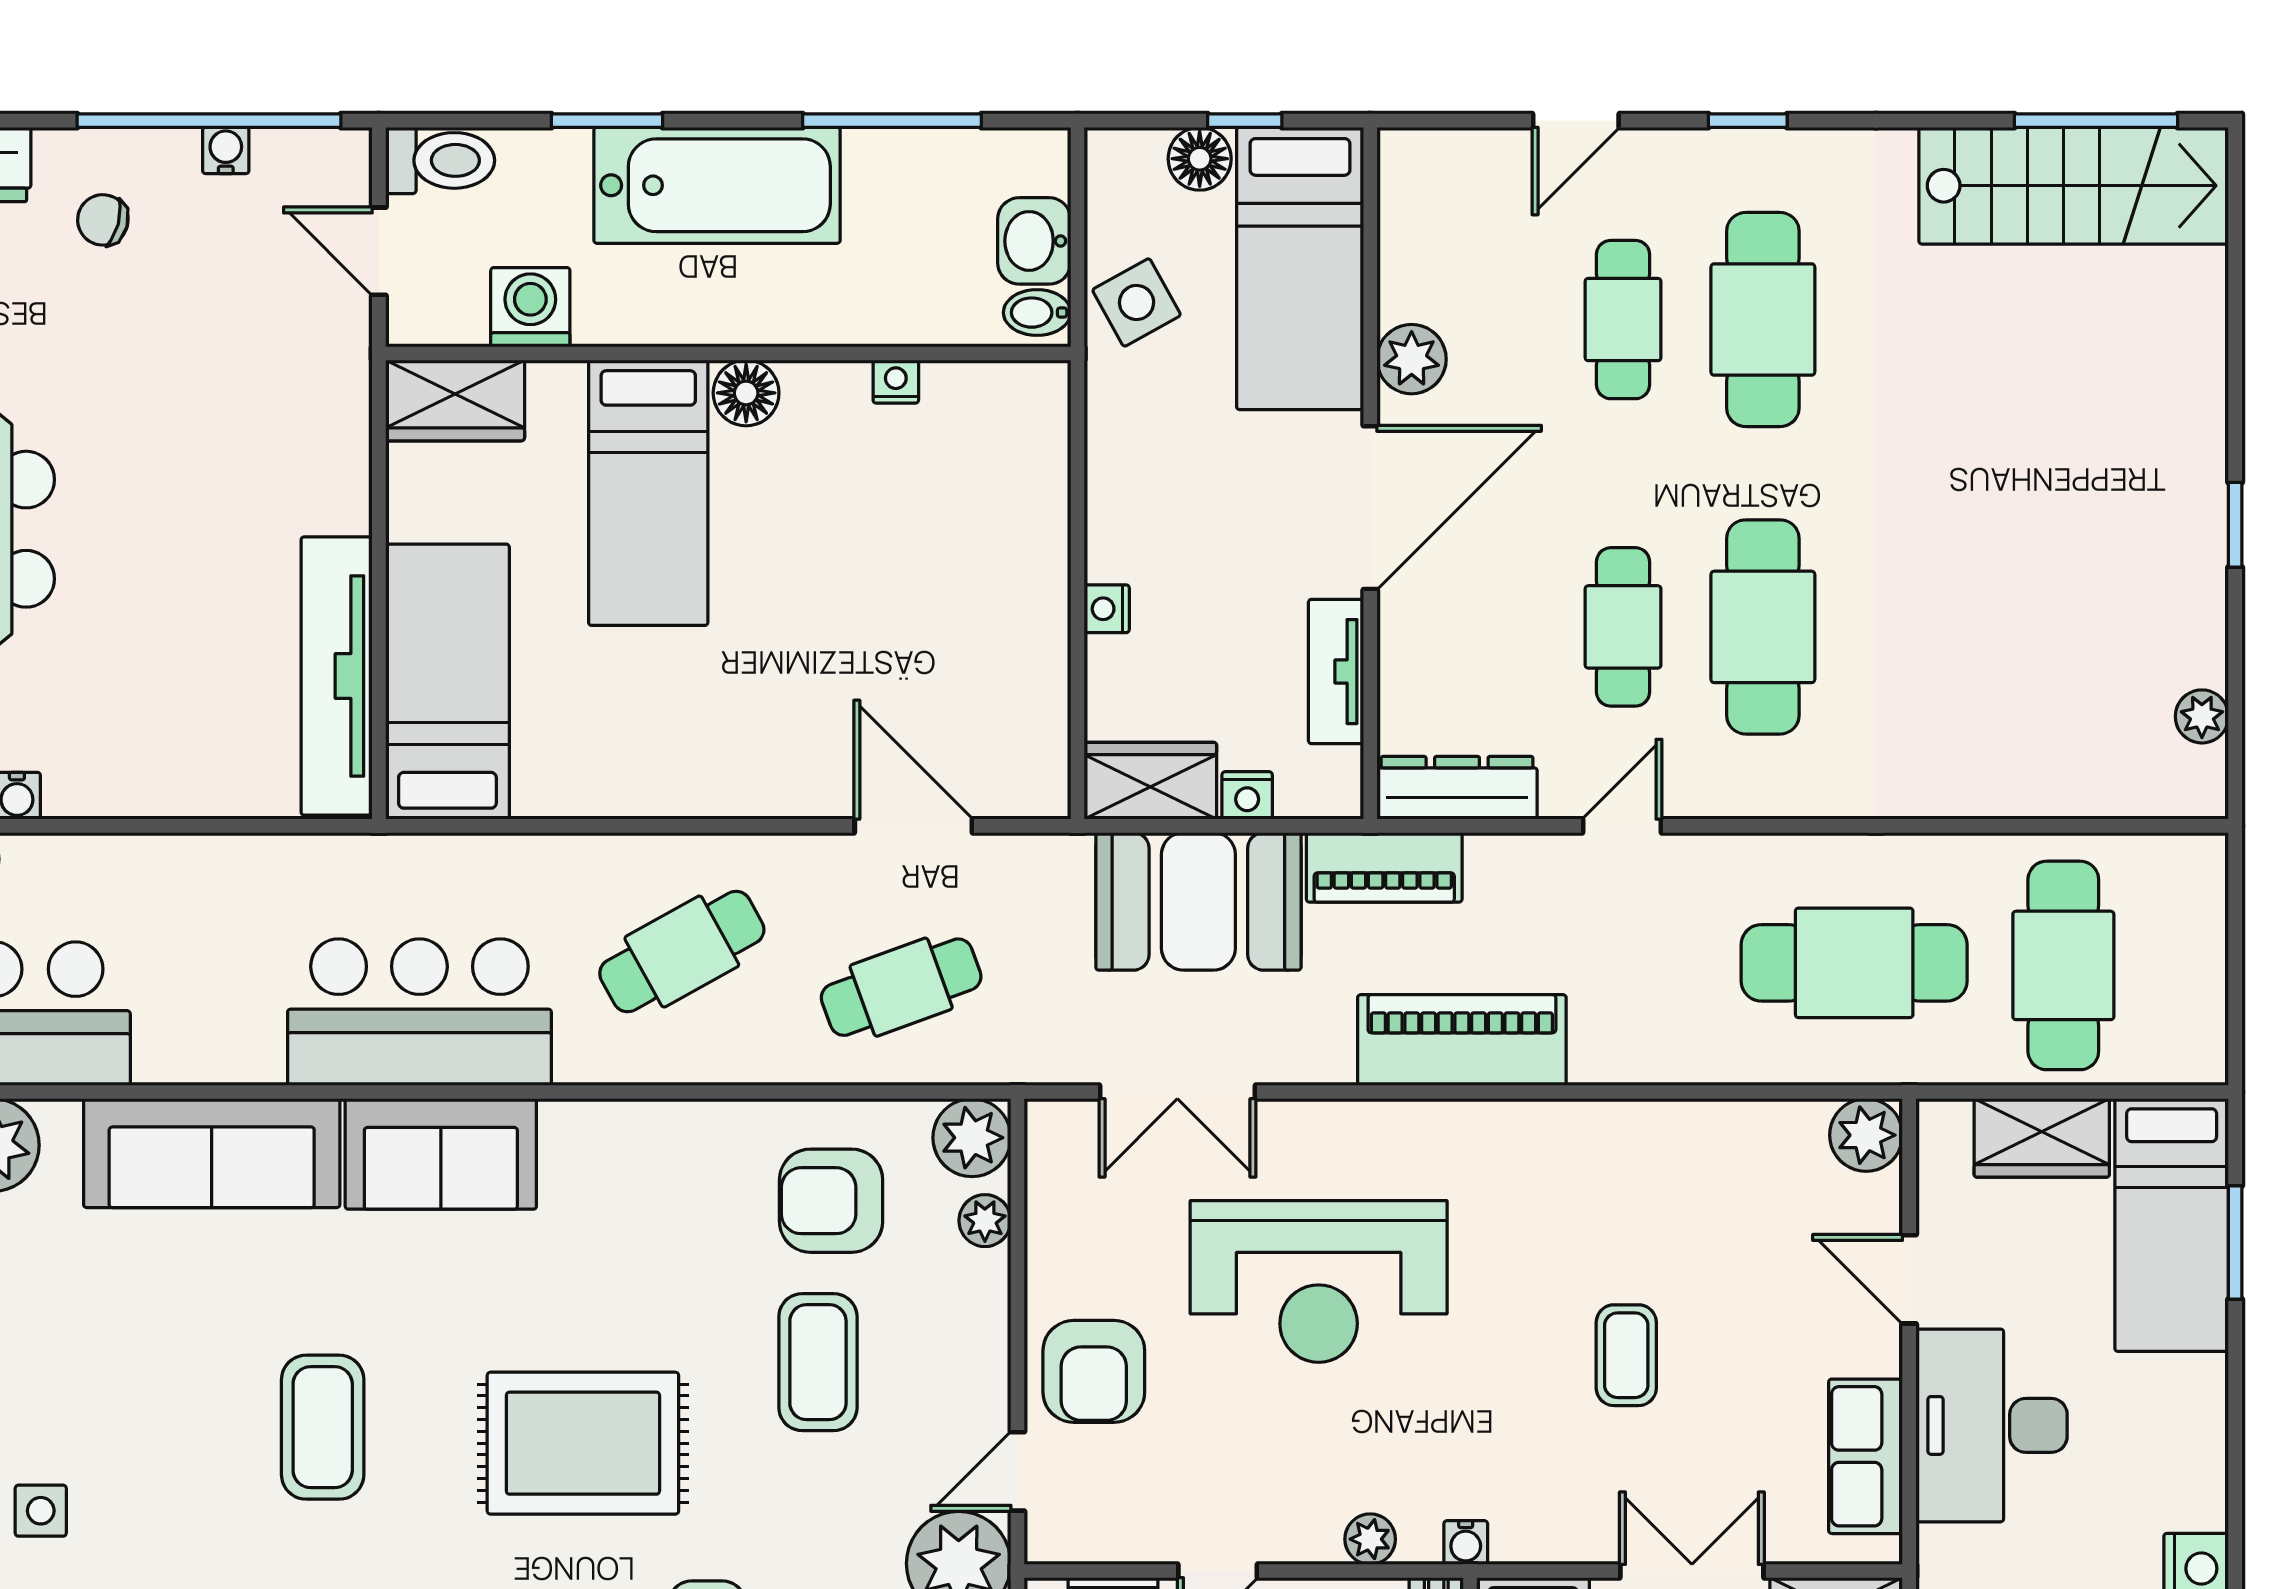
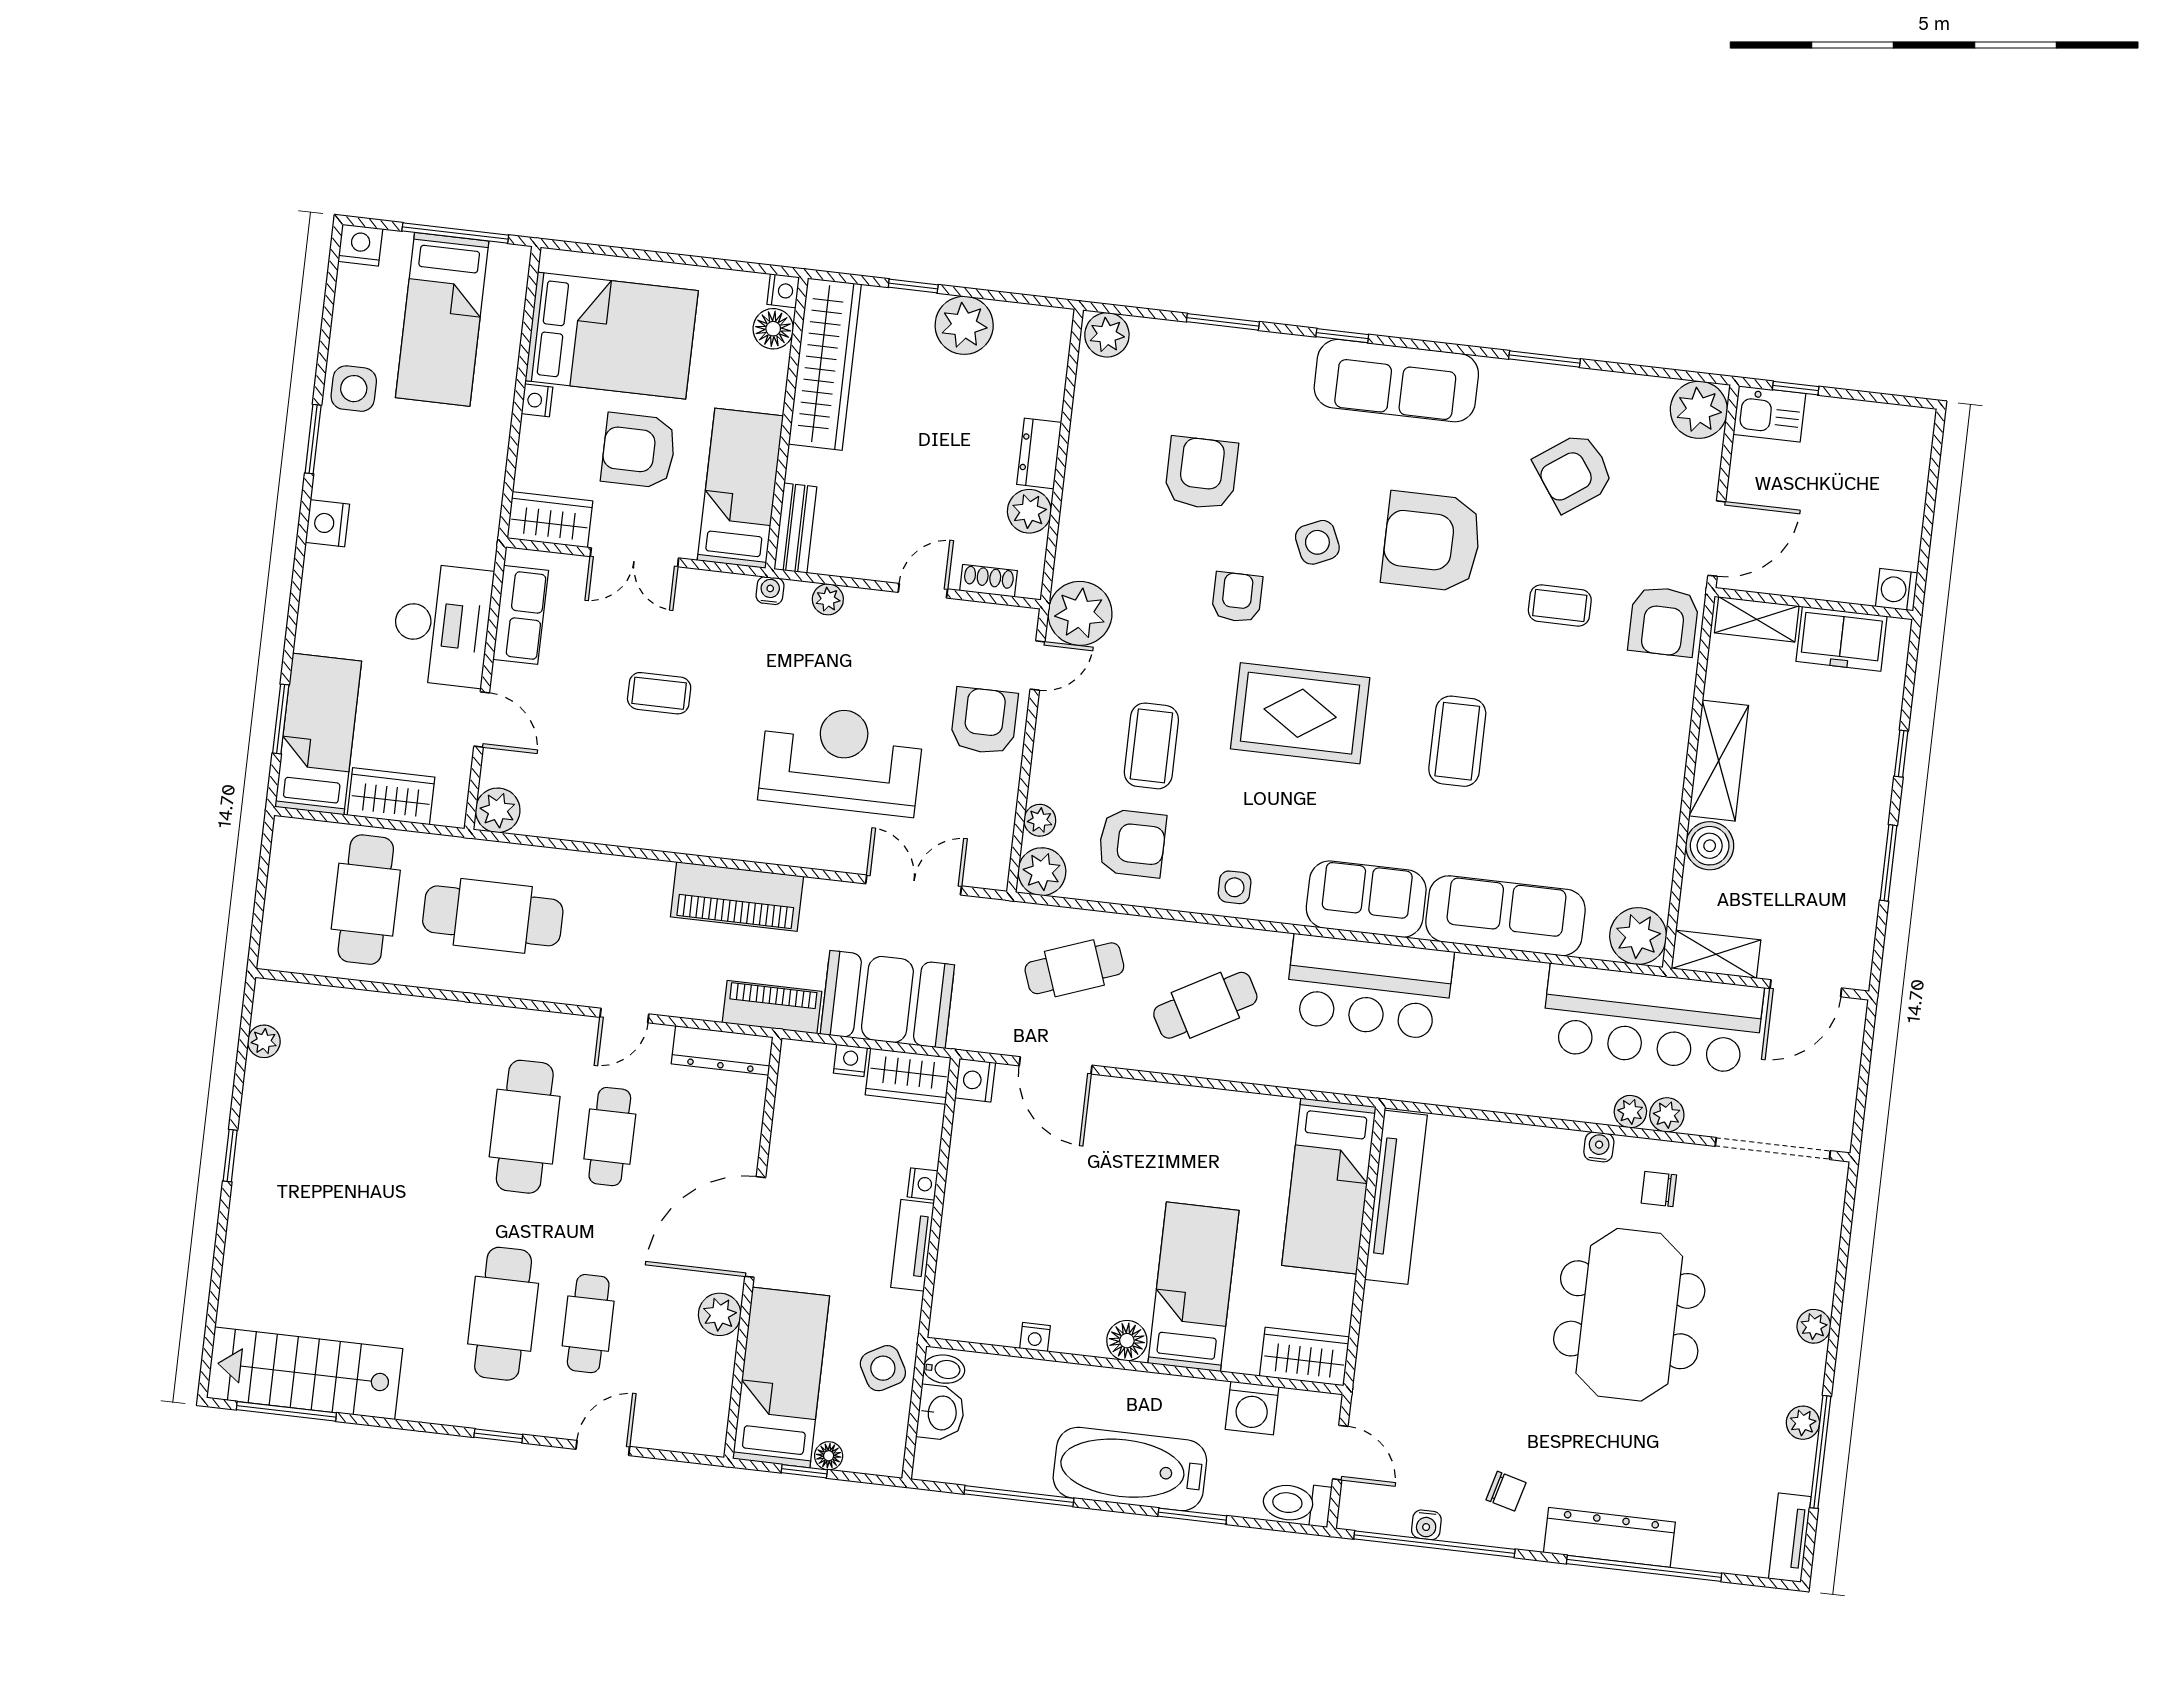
floor lamp: (1200, 159) -> (829, 1456), width x0.73, depth x0.73
tv unit: (1336, 672) -> (912, 1245), moved, turned 180
nightstand: (1041, 787) -> (975, 1080), added
coffee table: (1626, 1355) -> (659, 693), turned 90
side table: (41, 1511) -> (1235, 887), moved

